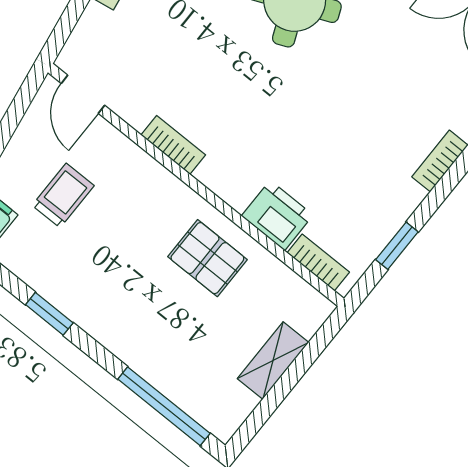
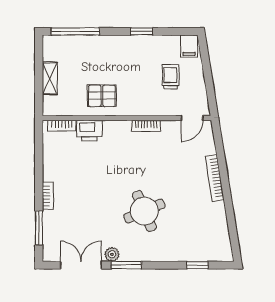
door: (83, 94) -> (192, 118), swing flipped
trolley: (63, 195) -> (170, 77), turned 180
window: (397, 246) -> (39, 154), removed

